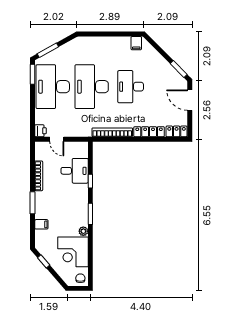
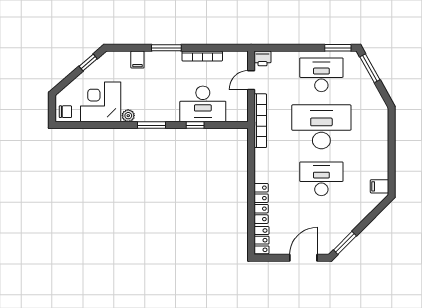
desk: (53, 87) -> (321, 75), width x0.73, depth x0.77
bookcase: (112, 132) -> (260, 121), moved
desk: (75, 171) -> (203, 104), width x1.37

